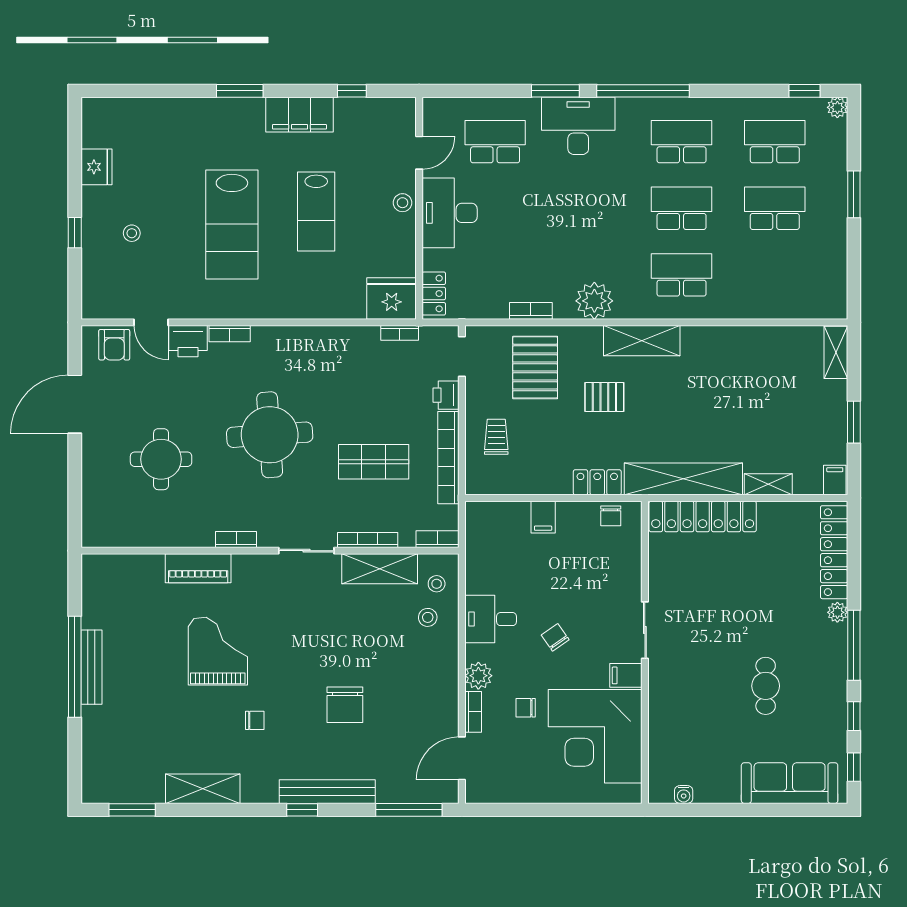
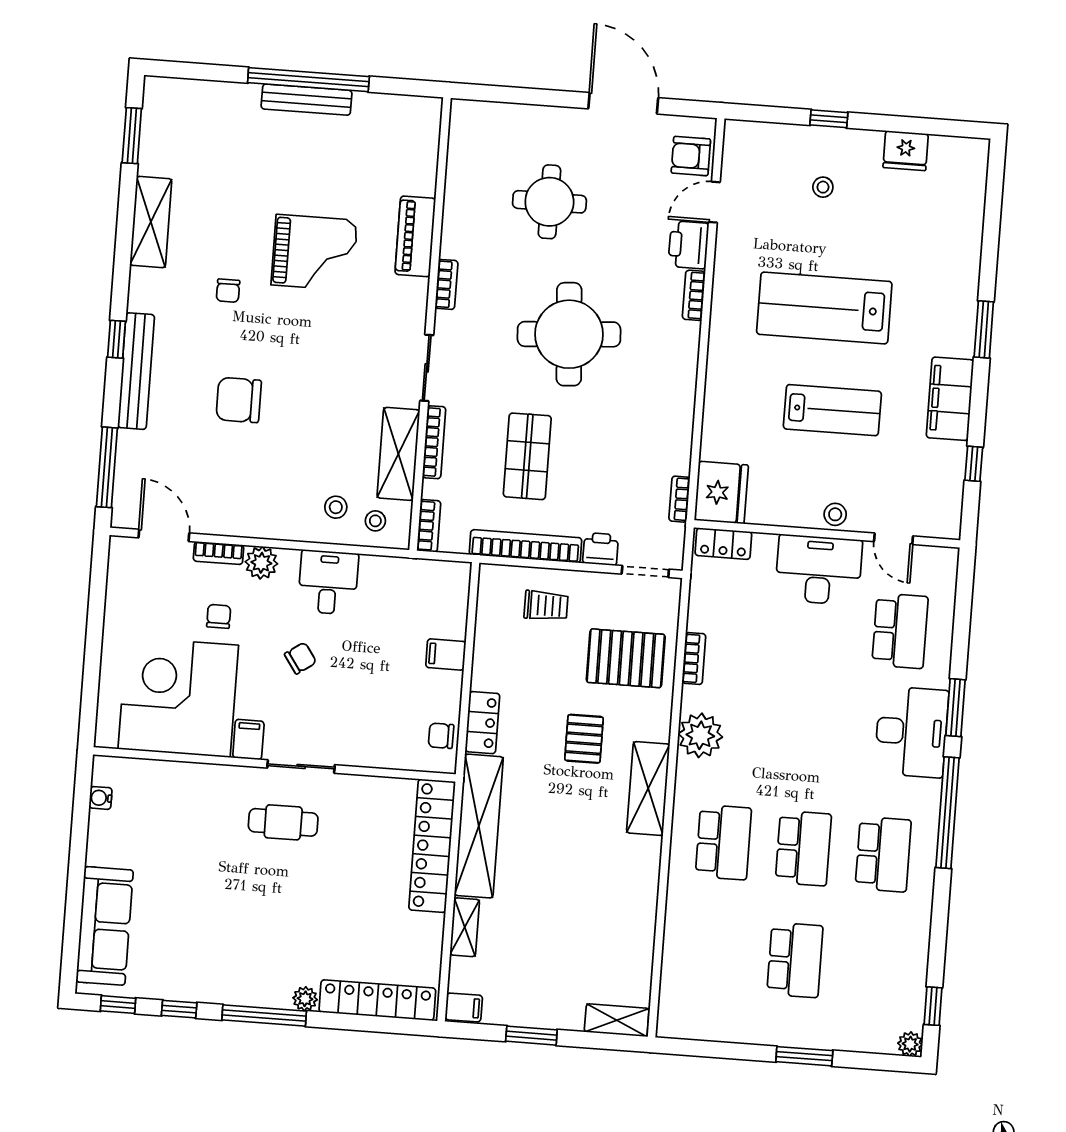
school desk: (775, 142) -> (875, 966), removed
lab bench: (316, 211) -> (832, 410), turned 180
cafe table: (766, 686) -> (283, 822), moved

